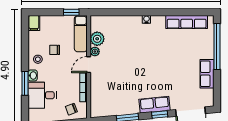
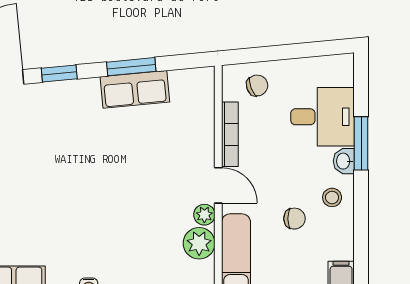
door: (89, 65) -> (218, 185), hinge flipped
row of seats: (154, 105) -> (135, 89), moved

